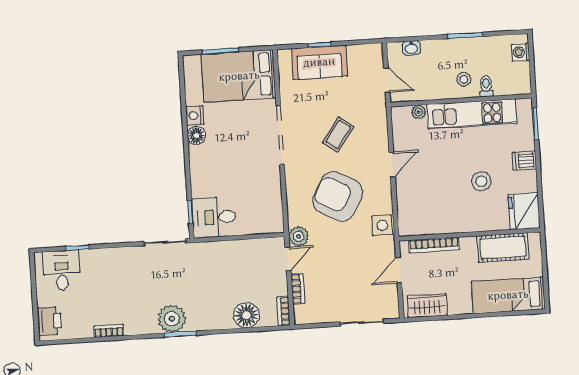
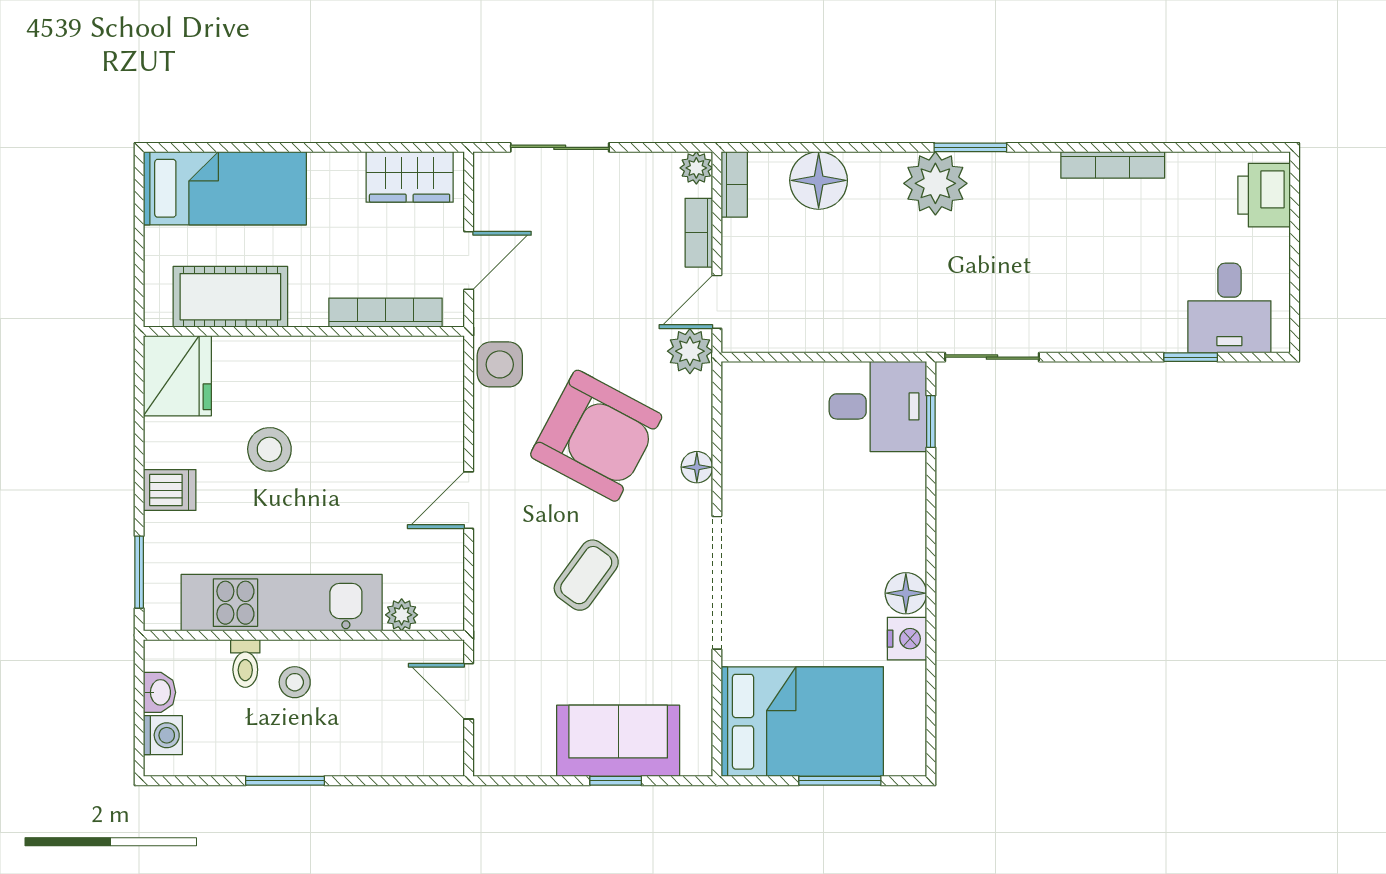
washbasin: (411, 48) -> (159, 692), moved, turned 90
floor lamp: (292, 185) -> (697, 467), added
plant: (301, 317) -> (696, 168), added
plant: (172, 319) -> (935, 183), moved
bookcase: (109, 331) -> (1113, 165), width x1.56

